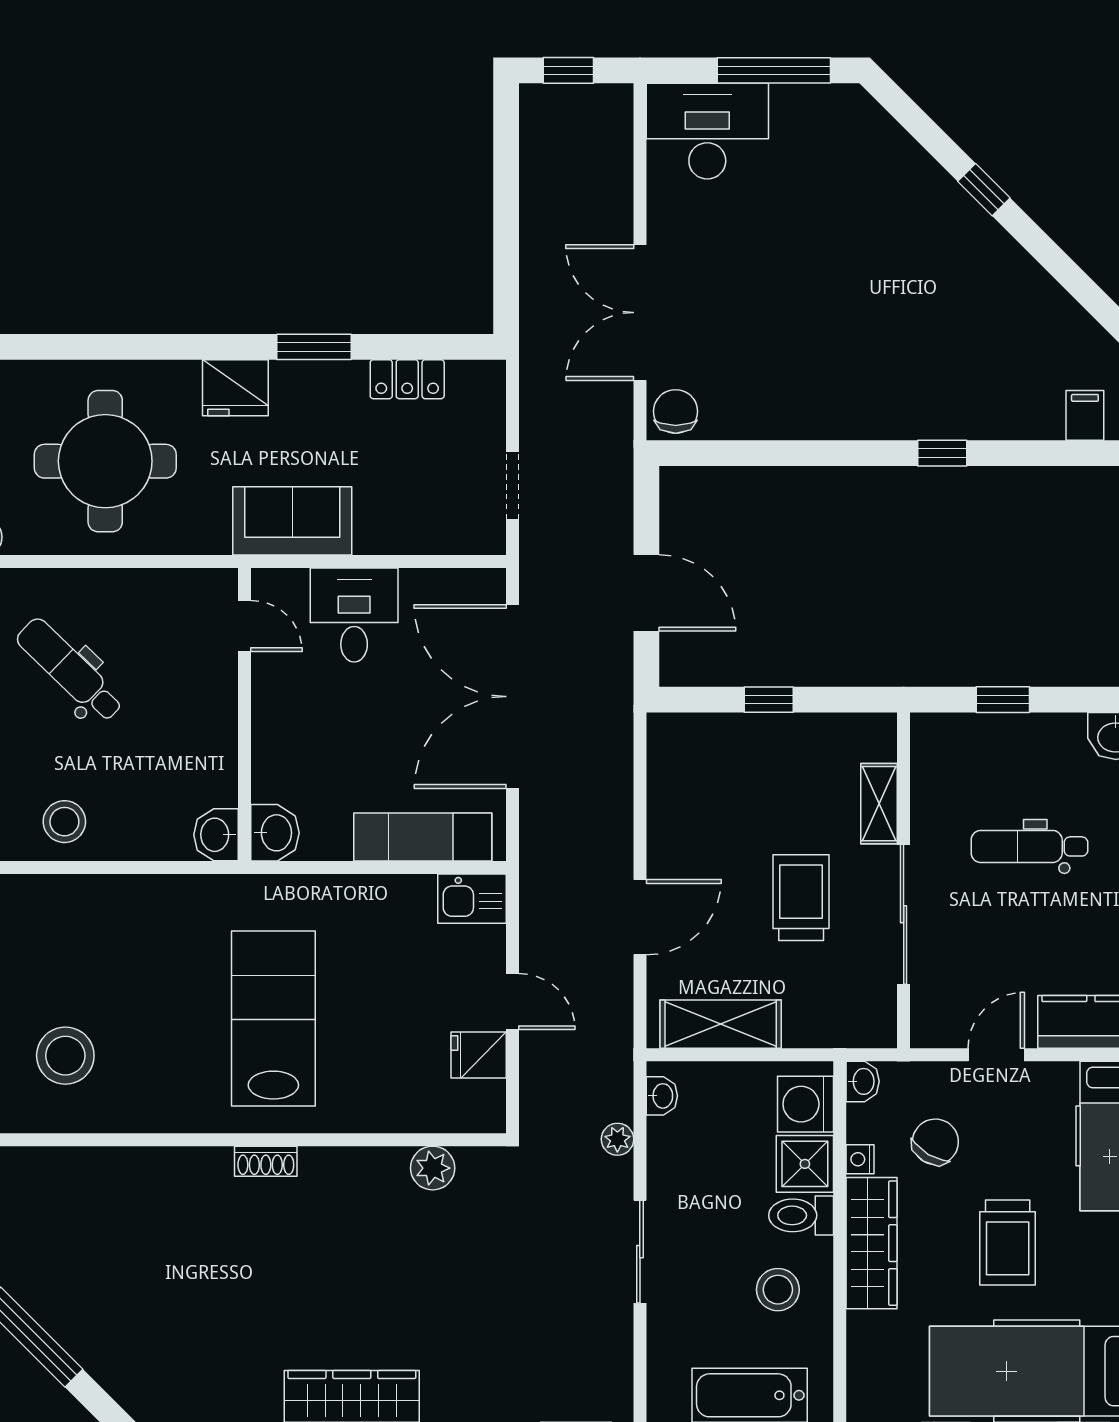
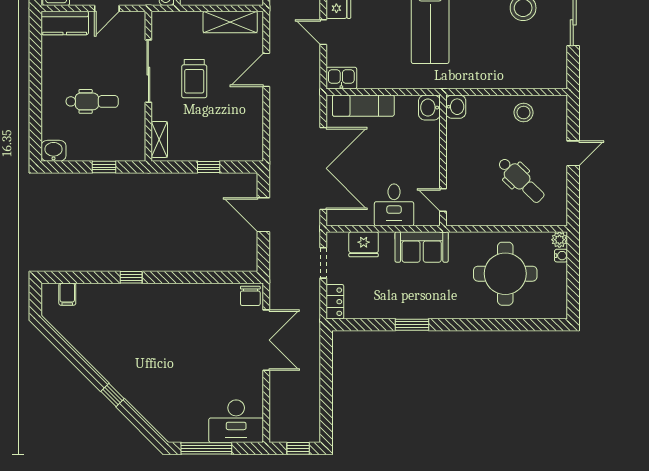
locker: (407, 379) -> (335, 302), moved, turned 90
fridge: (235, 388) -> (364, 244), moved, turned 180
shelving: (879, 804) -> (159, 139), moved

